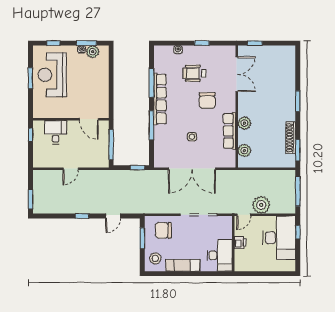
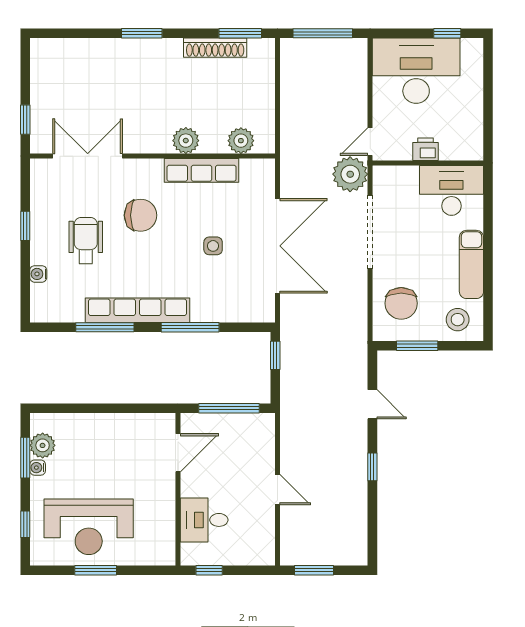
wheelchair: (195, 73) -> (86, 241), turned 180
window: (31, 199) -> (314, 570), moved
plant: (261, 205) -> (350, 174), moved
door: (244, 215) -> (370, 142), swing flipped
window: (298, 232) -> (447, 33), moved

